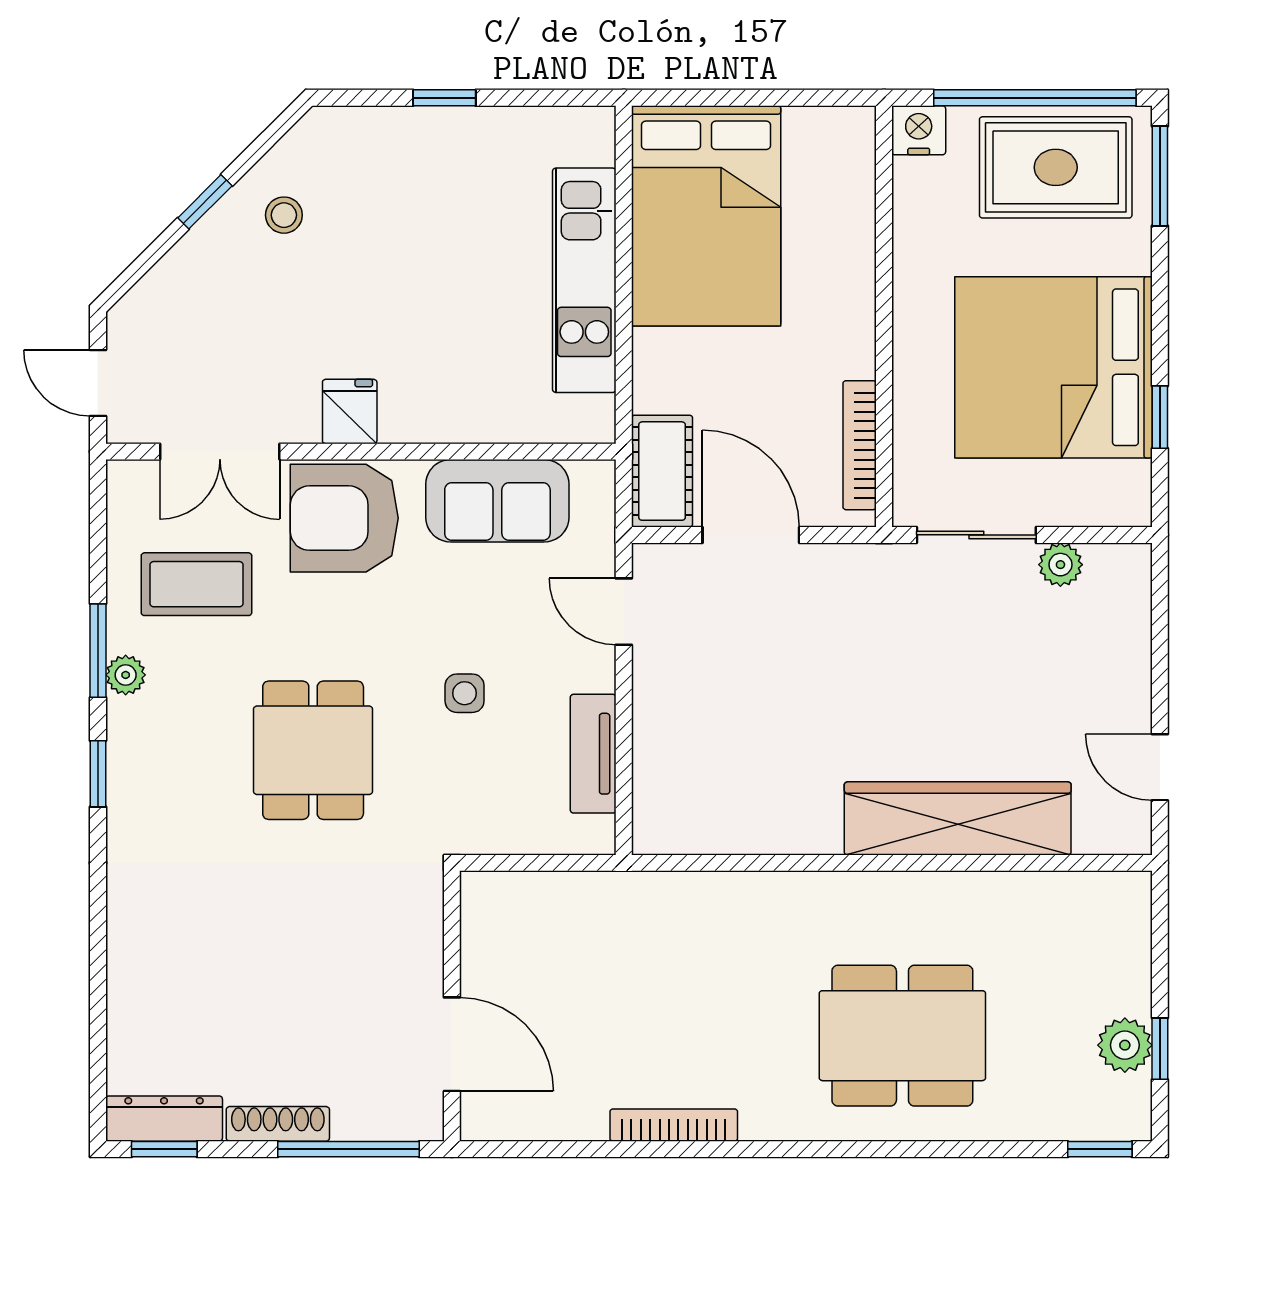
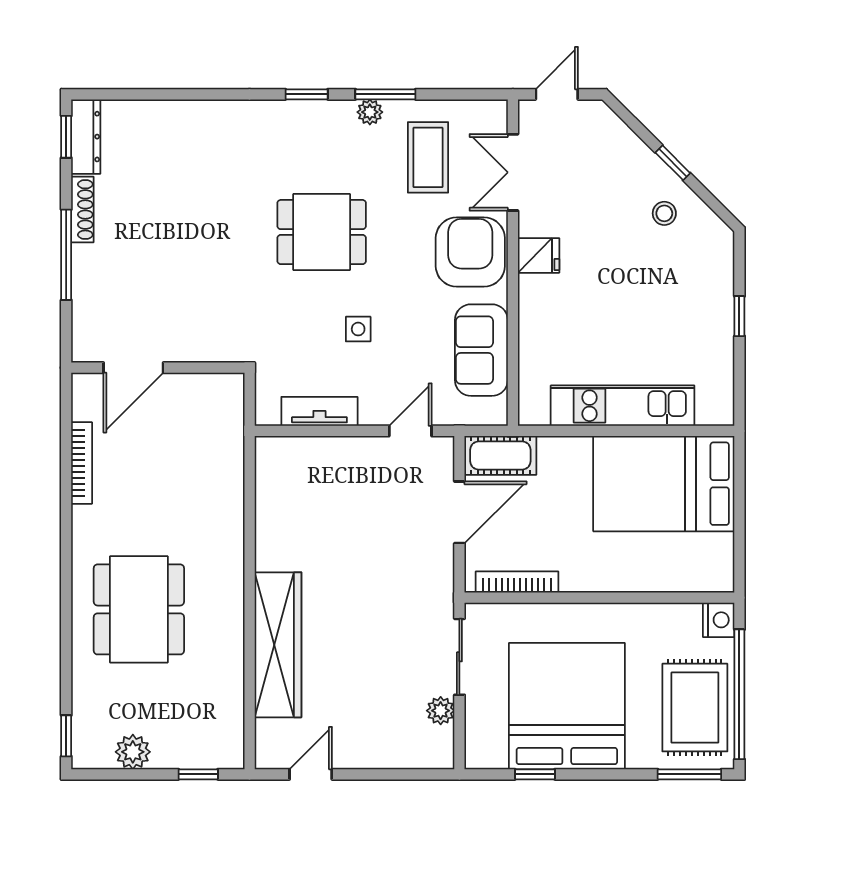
wall: (452, 1006) -> (158, 368), moved
door: (452, 1044) -> (133, 368), moved
window: (1160, 1049) -> (198, 774), moved

